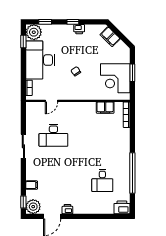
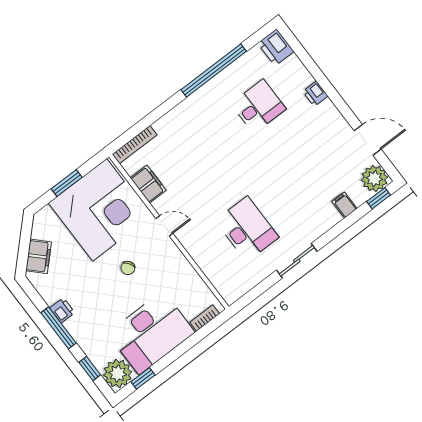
window: (73, 22) -> (59, 328), width x2.17
corner desk: (115, 78) -> (100, 210), width x1.36, depth x1.36
door: (52, 101) -> (164, 226), moved
printer: (67, 209) -> (315, 94), moved

